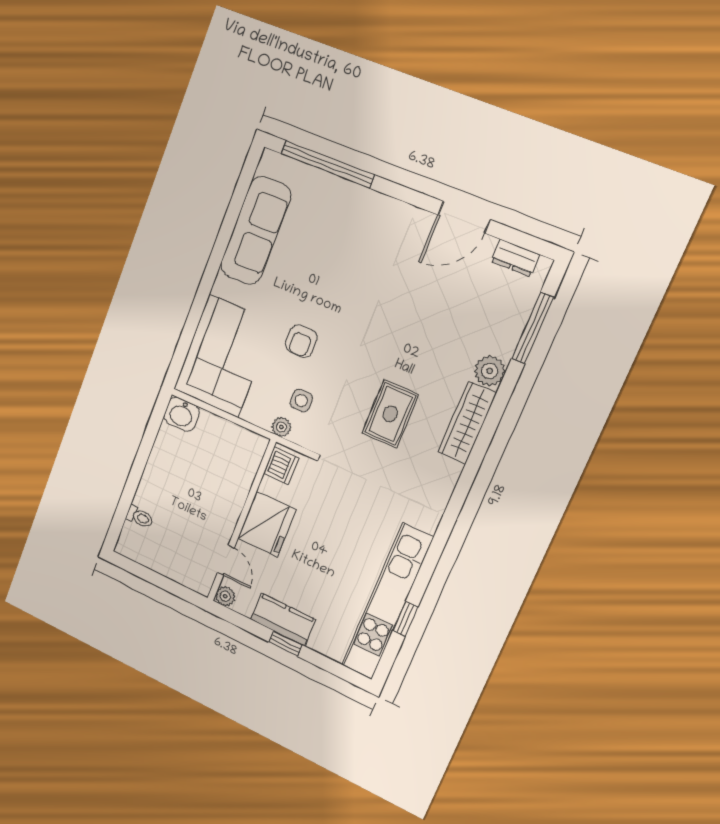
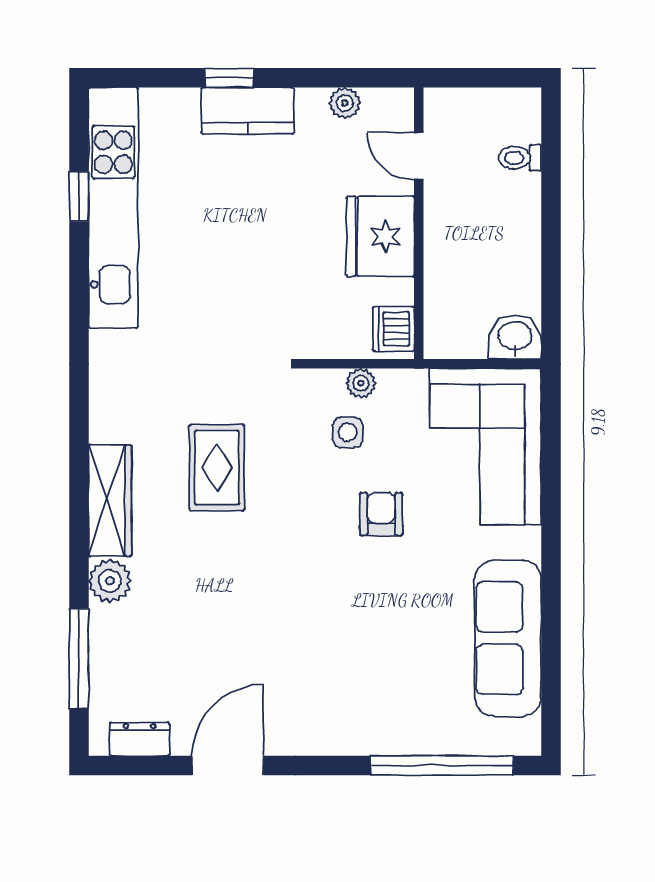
dishwasher: (281, 466) -> (393, 329), moved
wall: (241, 521) -> (419, 223), moved
fridge: (267, 524) -> (380, 236), moved
door: (226, 560) -> (419, 156), moved

